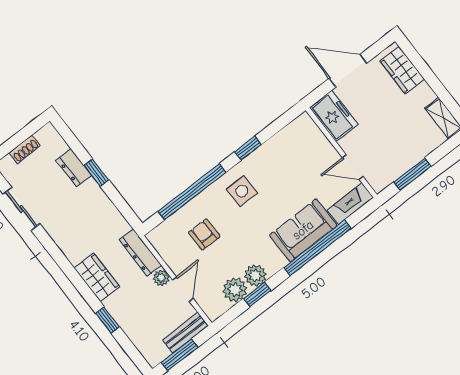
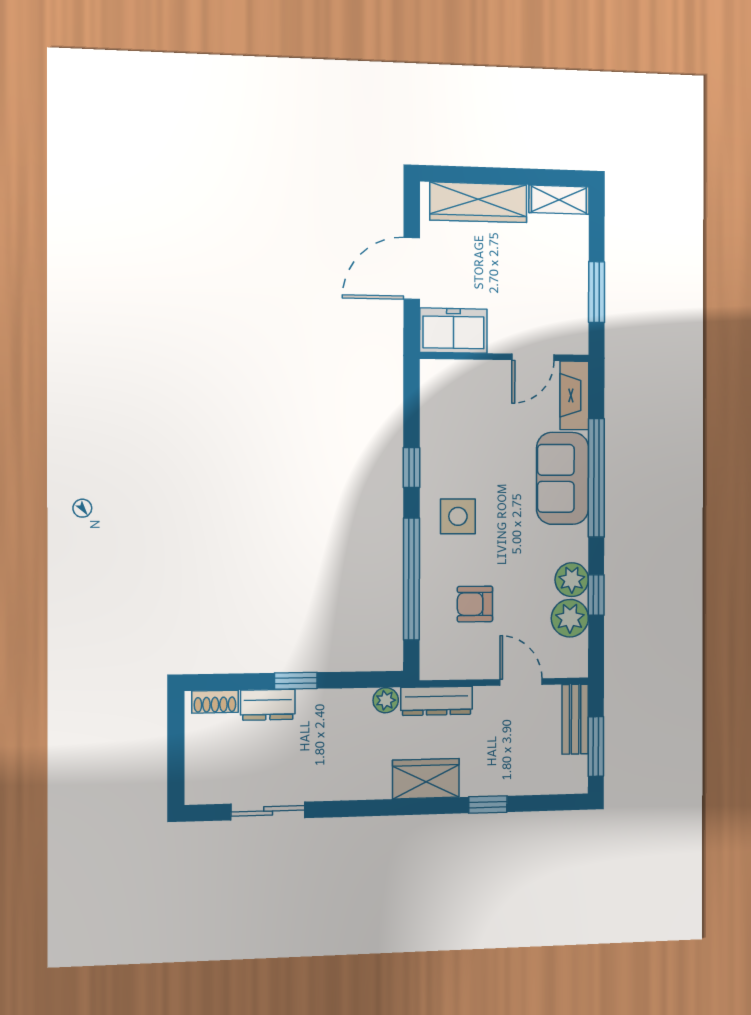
wardrobe: (402, 70) -> (478, 202), width x1.50
shoe rack: (25, 149) -> (215, 702), moved, turned 90
plant: (161, 278) -> (386, 700), moved

